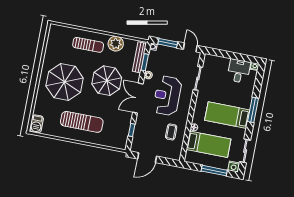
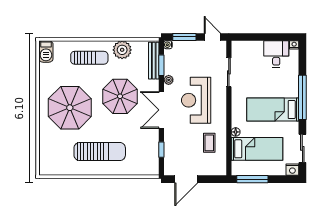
window: (253, 110) -> (302, 97), width x1.46
barbecue: (37, 124) -> (46, 51), moved
window: (214, 171) -> (252, 179), moved

